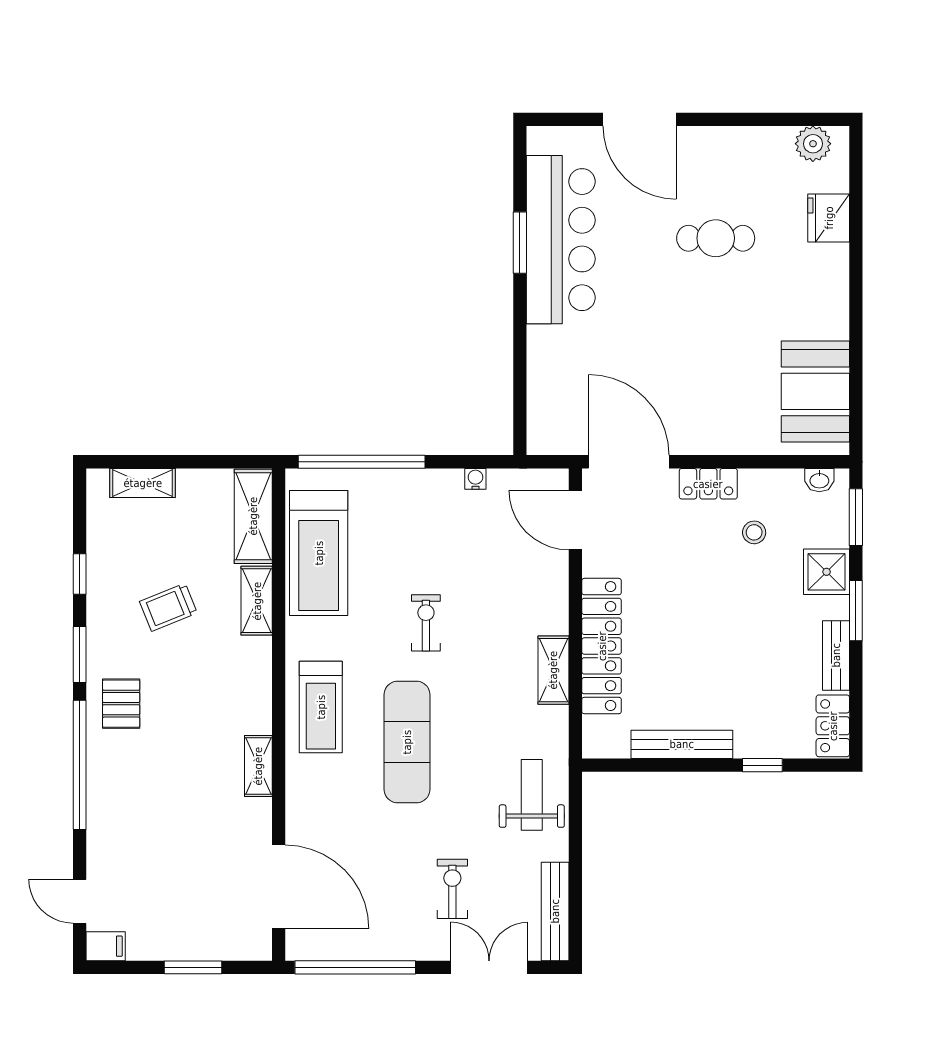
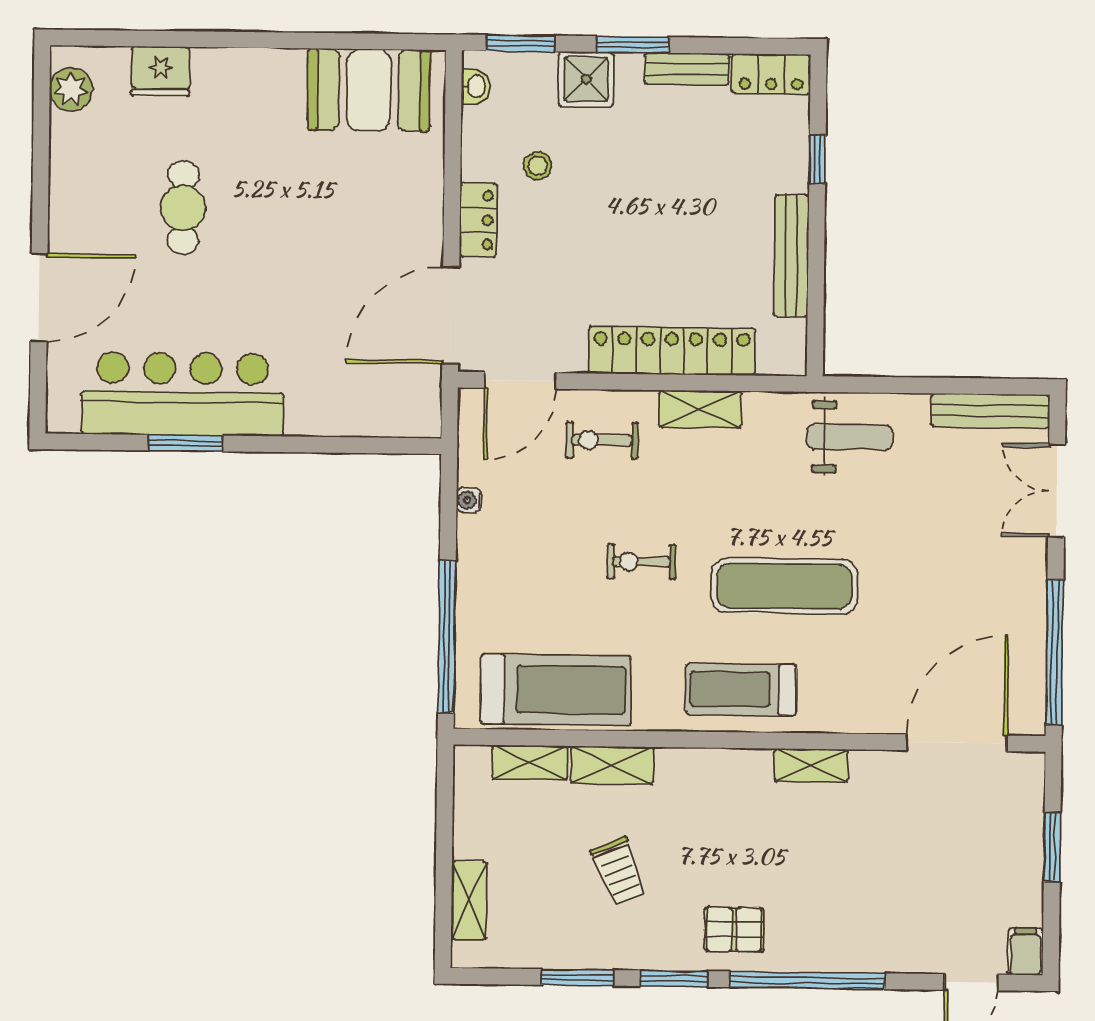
shelving: (253, 516) -> (530, 762), width x0.67, depth x0.75
window: (80, 574) -> (577, 977), width x1.50
treadmill: (321, 707) -> (741, 689), turned 180
weight bench: (532, 795) -> (850, 437), turned 180
exercise bike: (452, 889) -> (602, 440), moved

